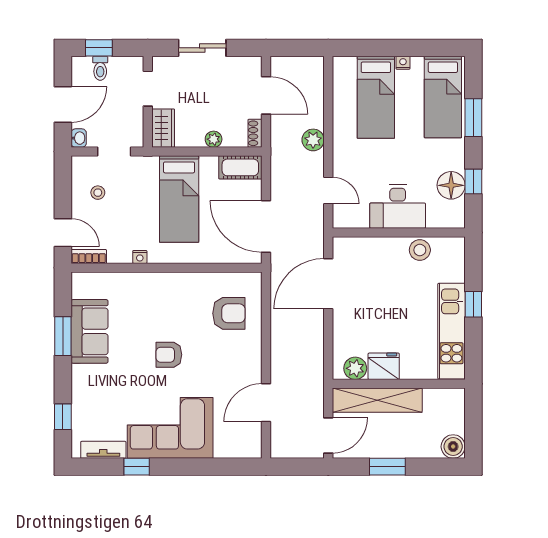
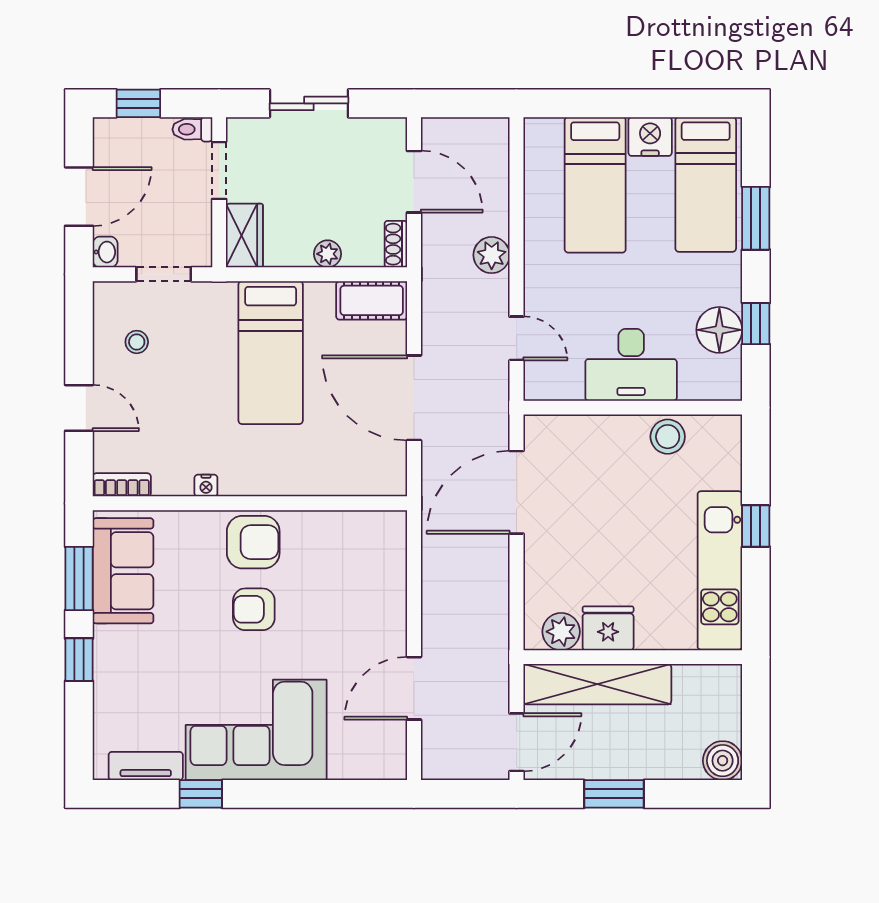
nightstand: (403, 63) -> (650, 136), width x1.89, depth x1.79
toilet: (100, 68) -> (192, 129), moved, turned 90
bookcase: (89, 256) -> (122, 485), moved
nightstand: (140, 257) -> (206, 486), moved
wall: (166, 268) -> (250, 503), moved
armchair: (229, 313) -> (253, 542), moved
window: (63, 417) -> (79, 660), moved

